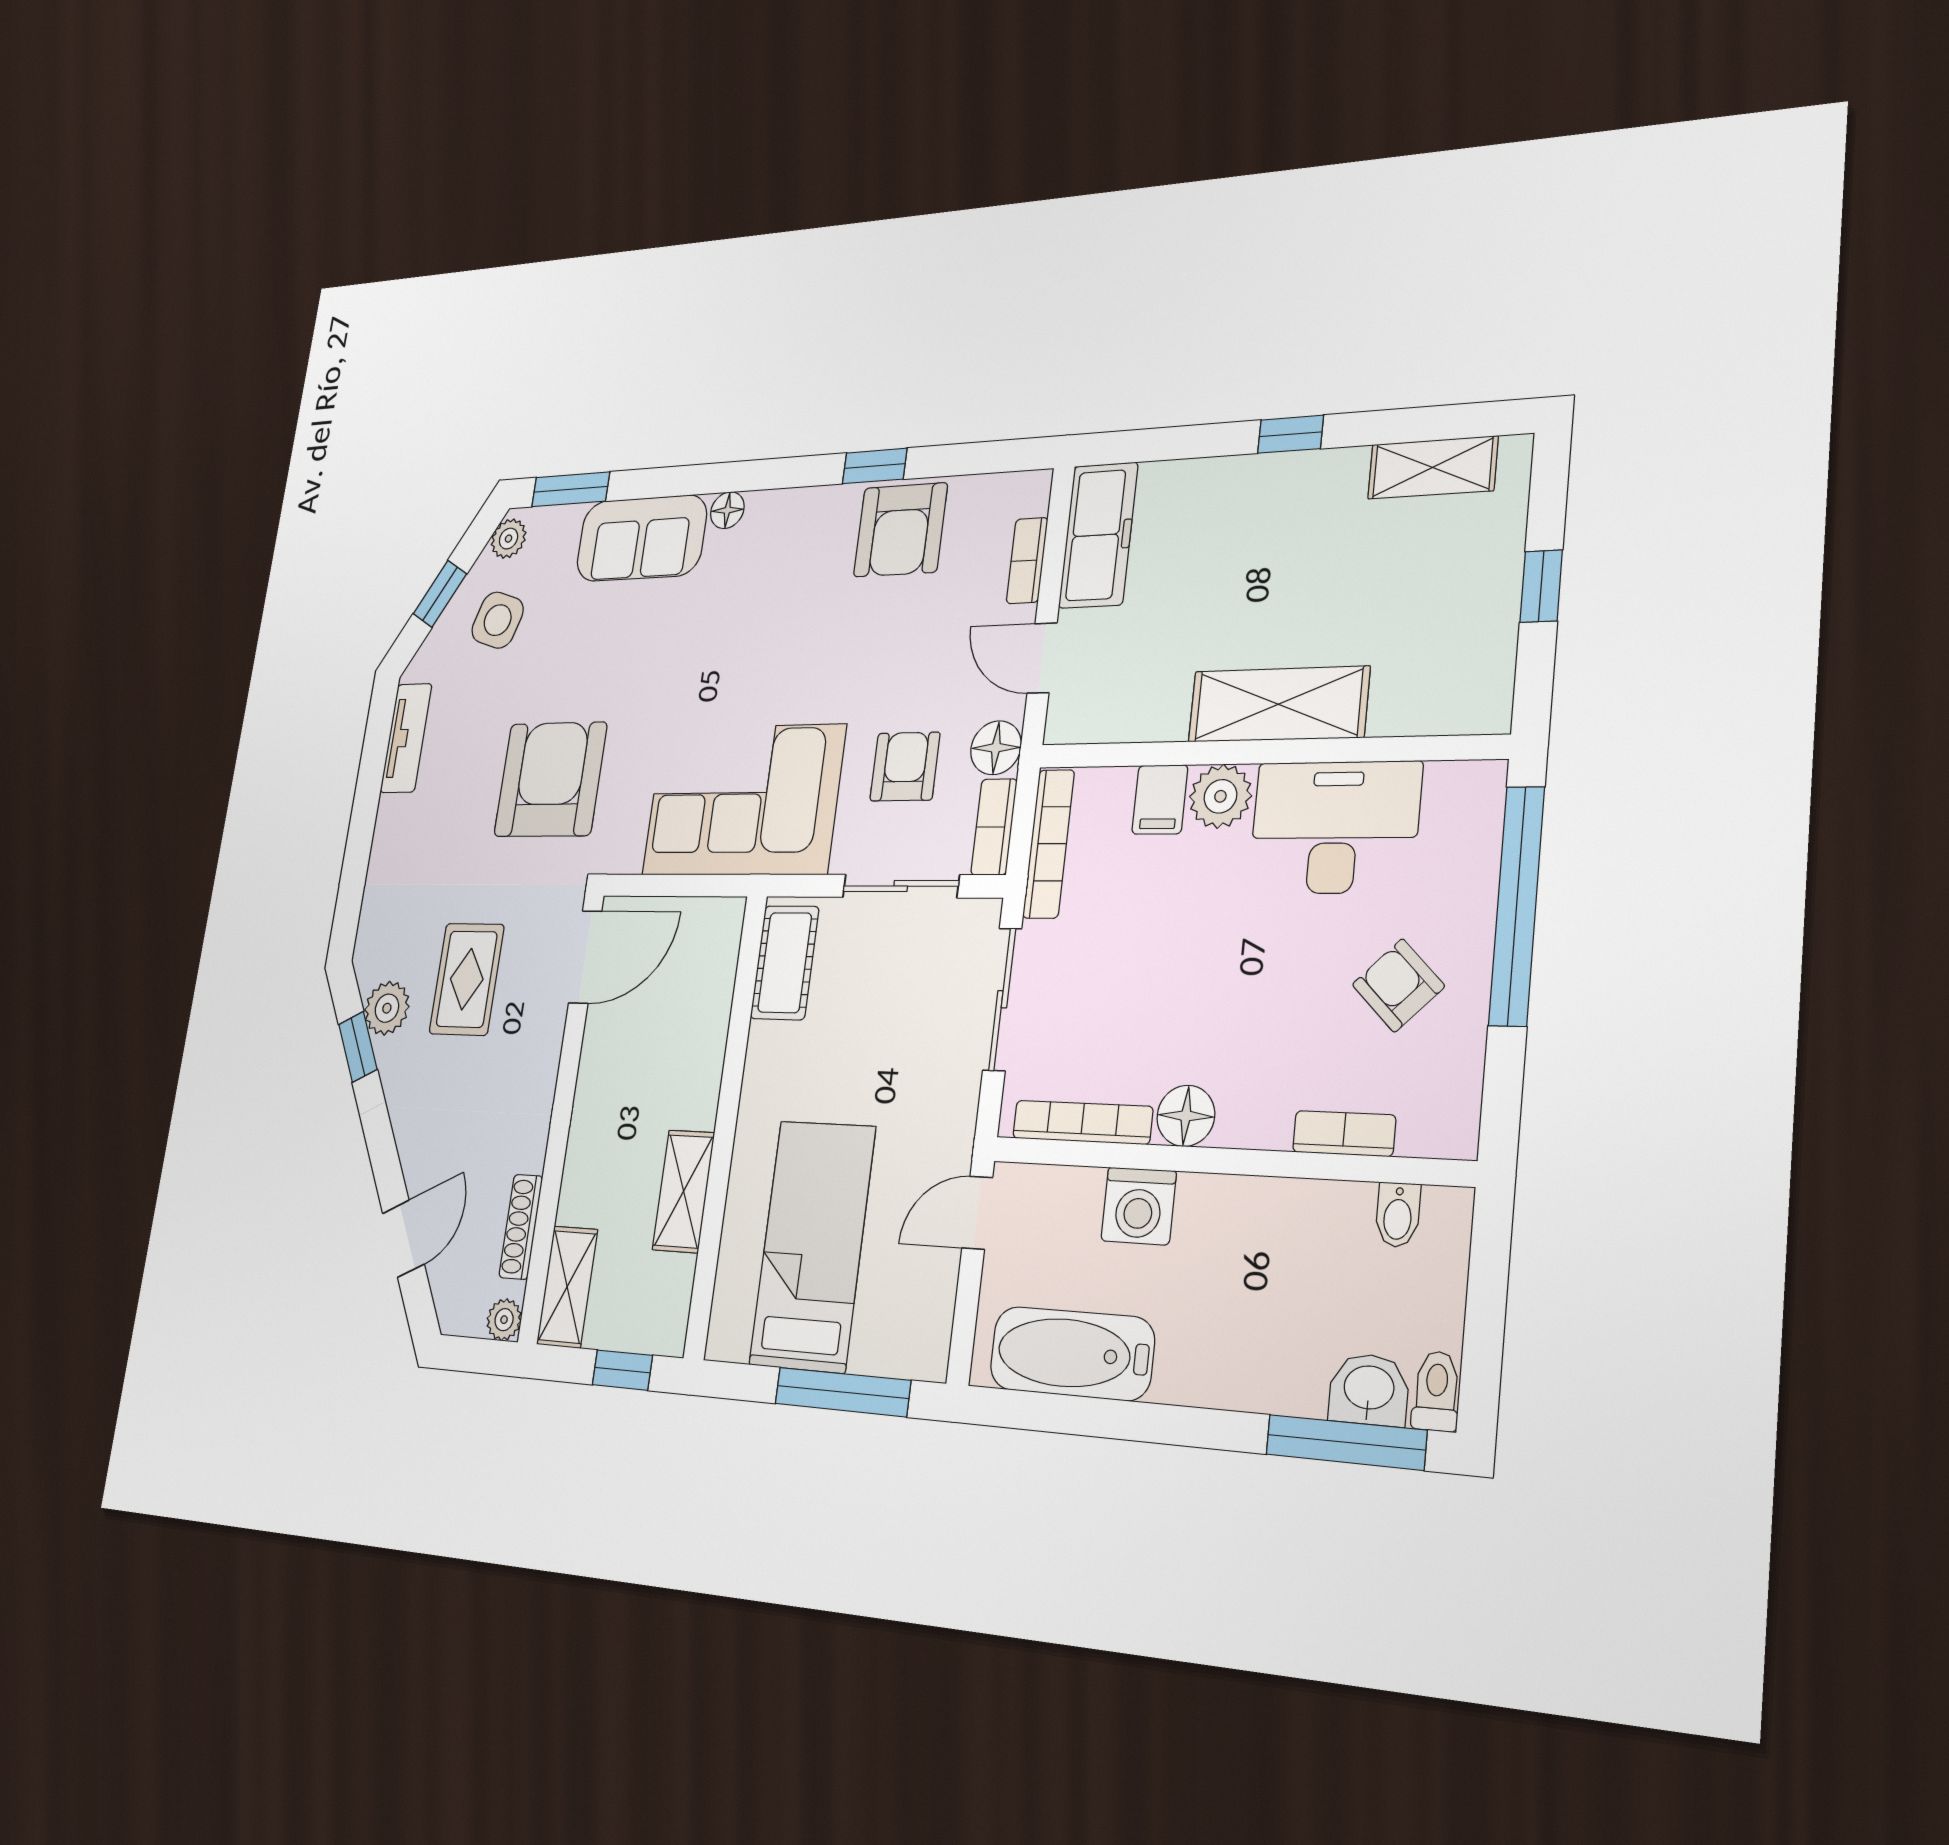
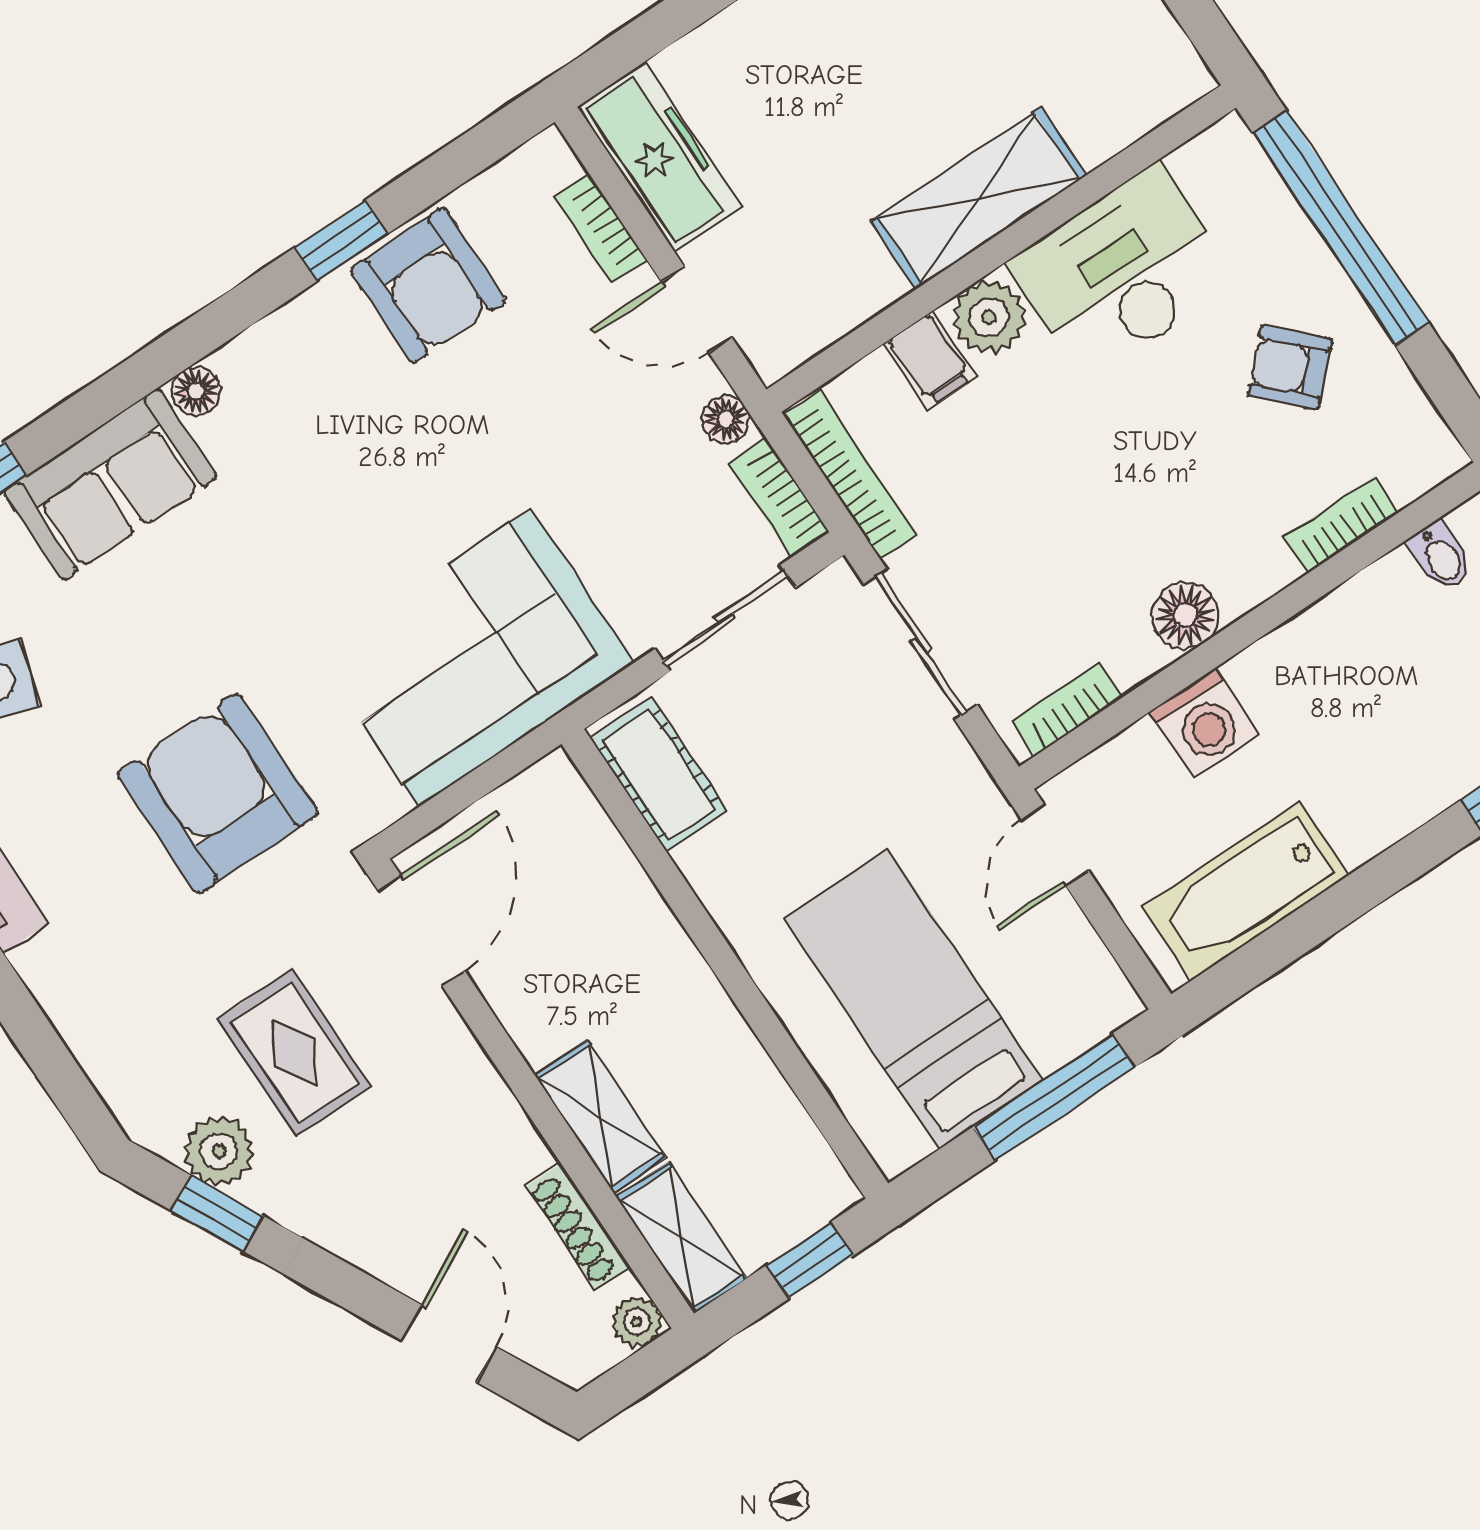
floor lamp: (996, 748) -> (726, 419), width x0.73, depth x0.73
armchair: (905, 767) -> (633, 506), removed
bookcase: (1082, 1122) -> (1067, 709), width x0.64
shelving: (684, 1191) -> (600, 1116), moved

